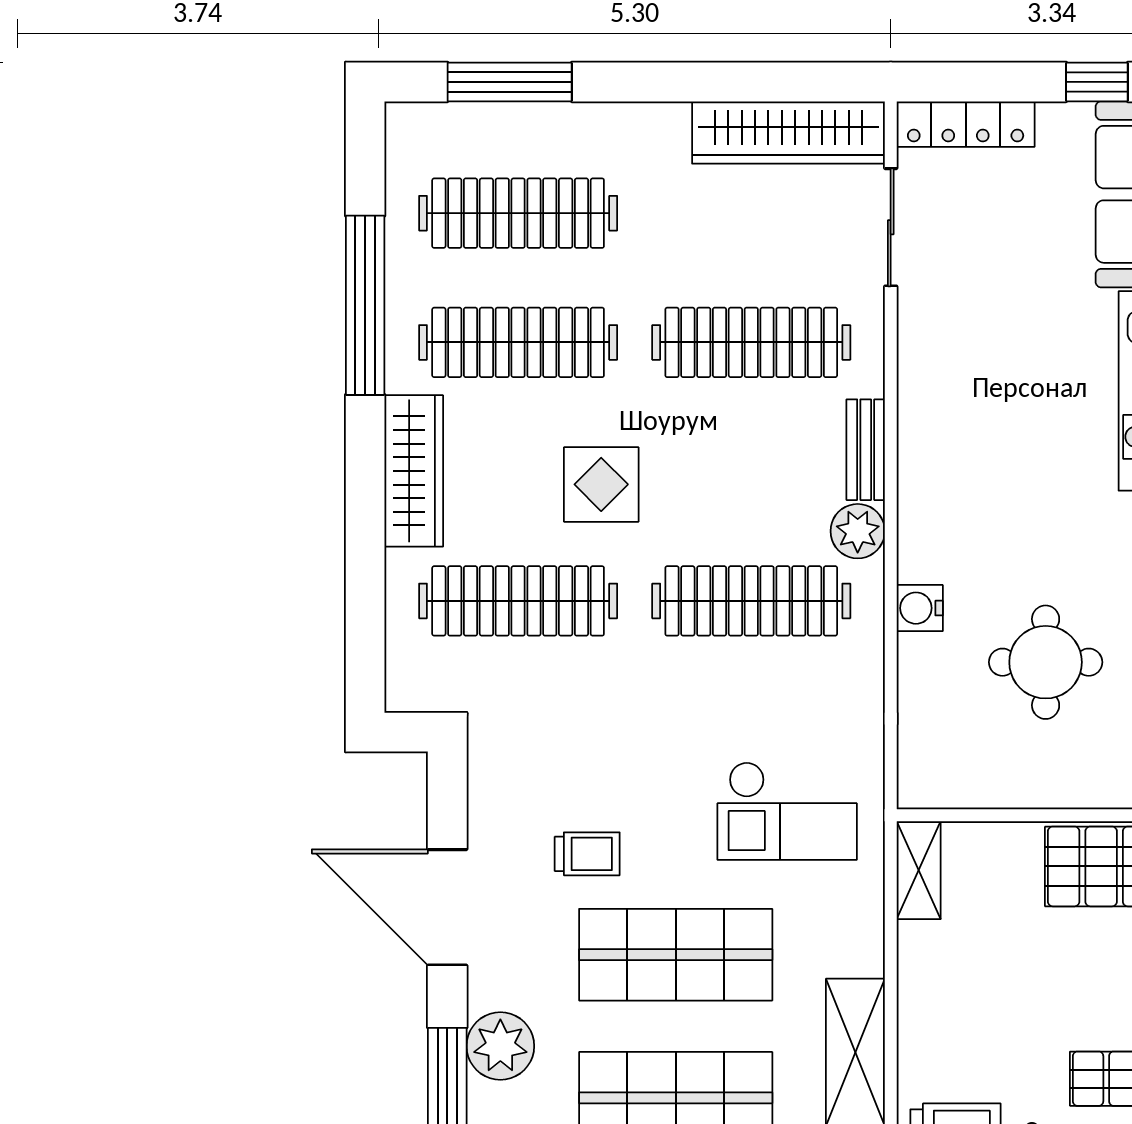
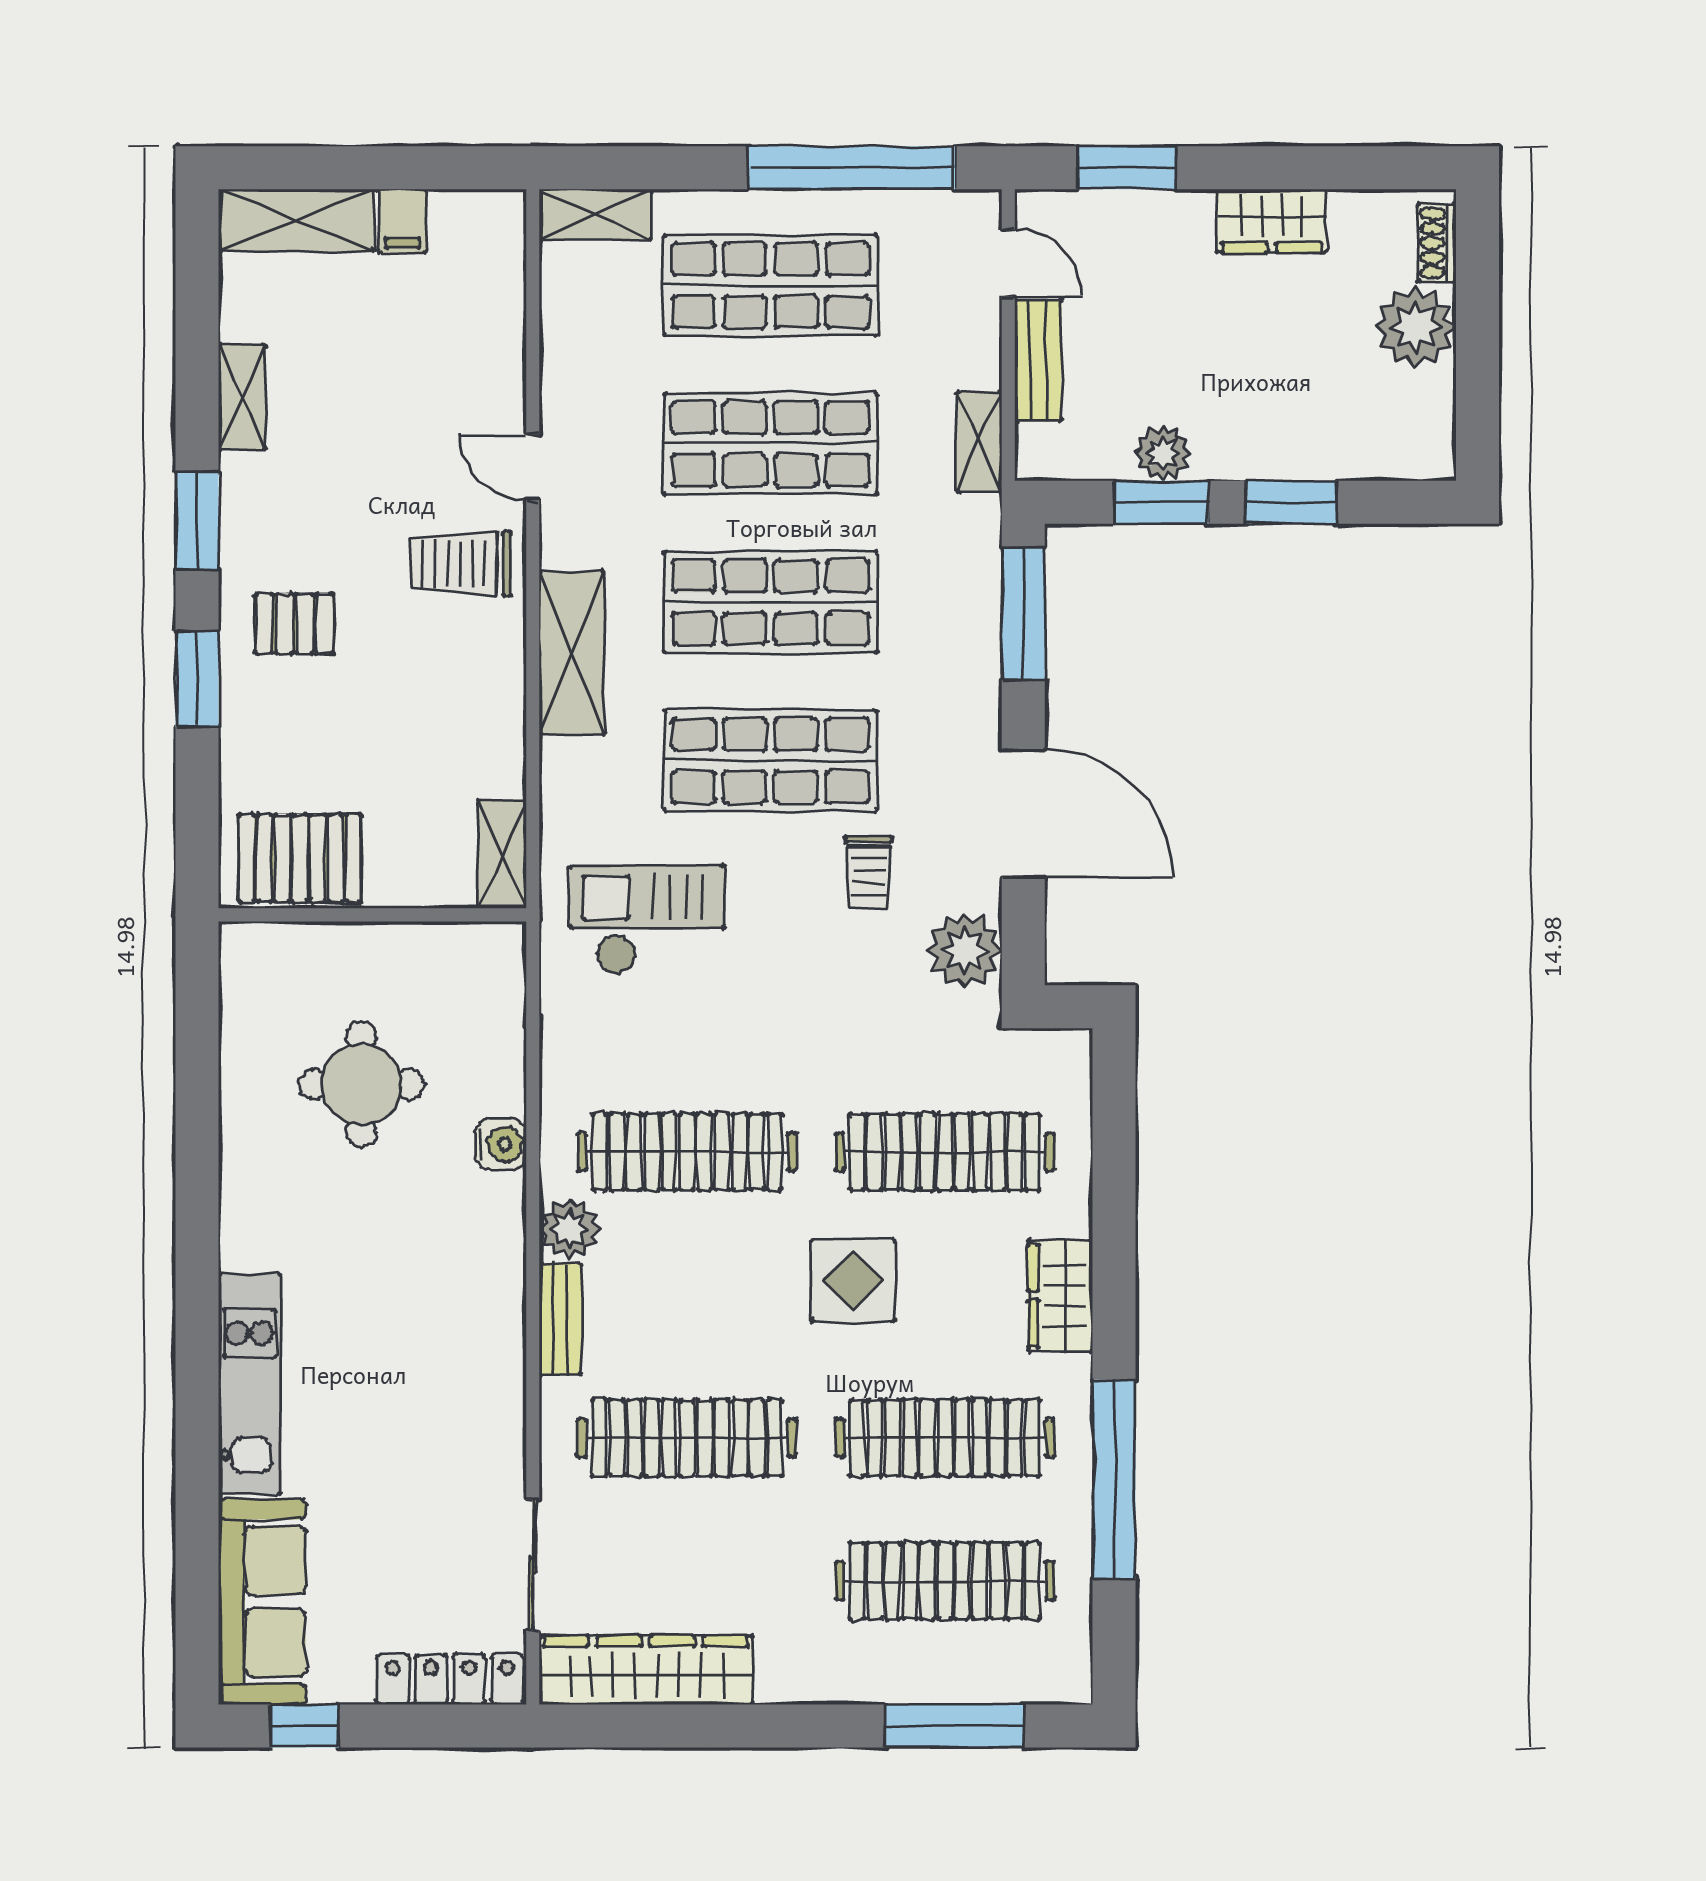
wardrobe: (414, 471) -> (1060, 1296), width x0.67
trolley: (587, 854) -> (868, 872), turned -90
plant: (500, 1046) -> (964, 950), moved

